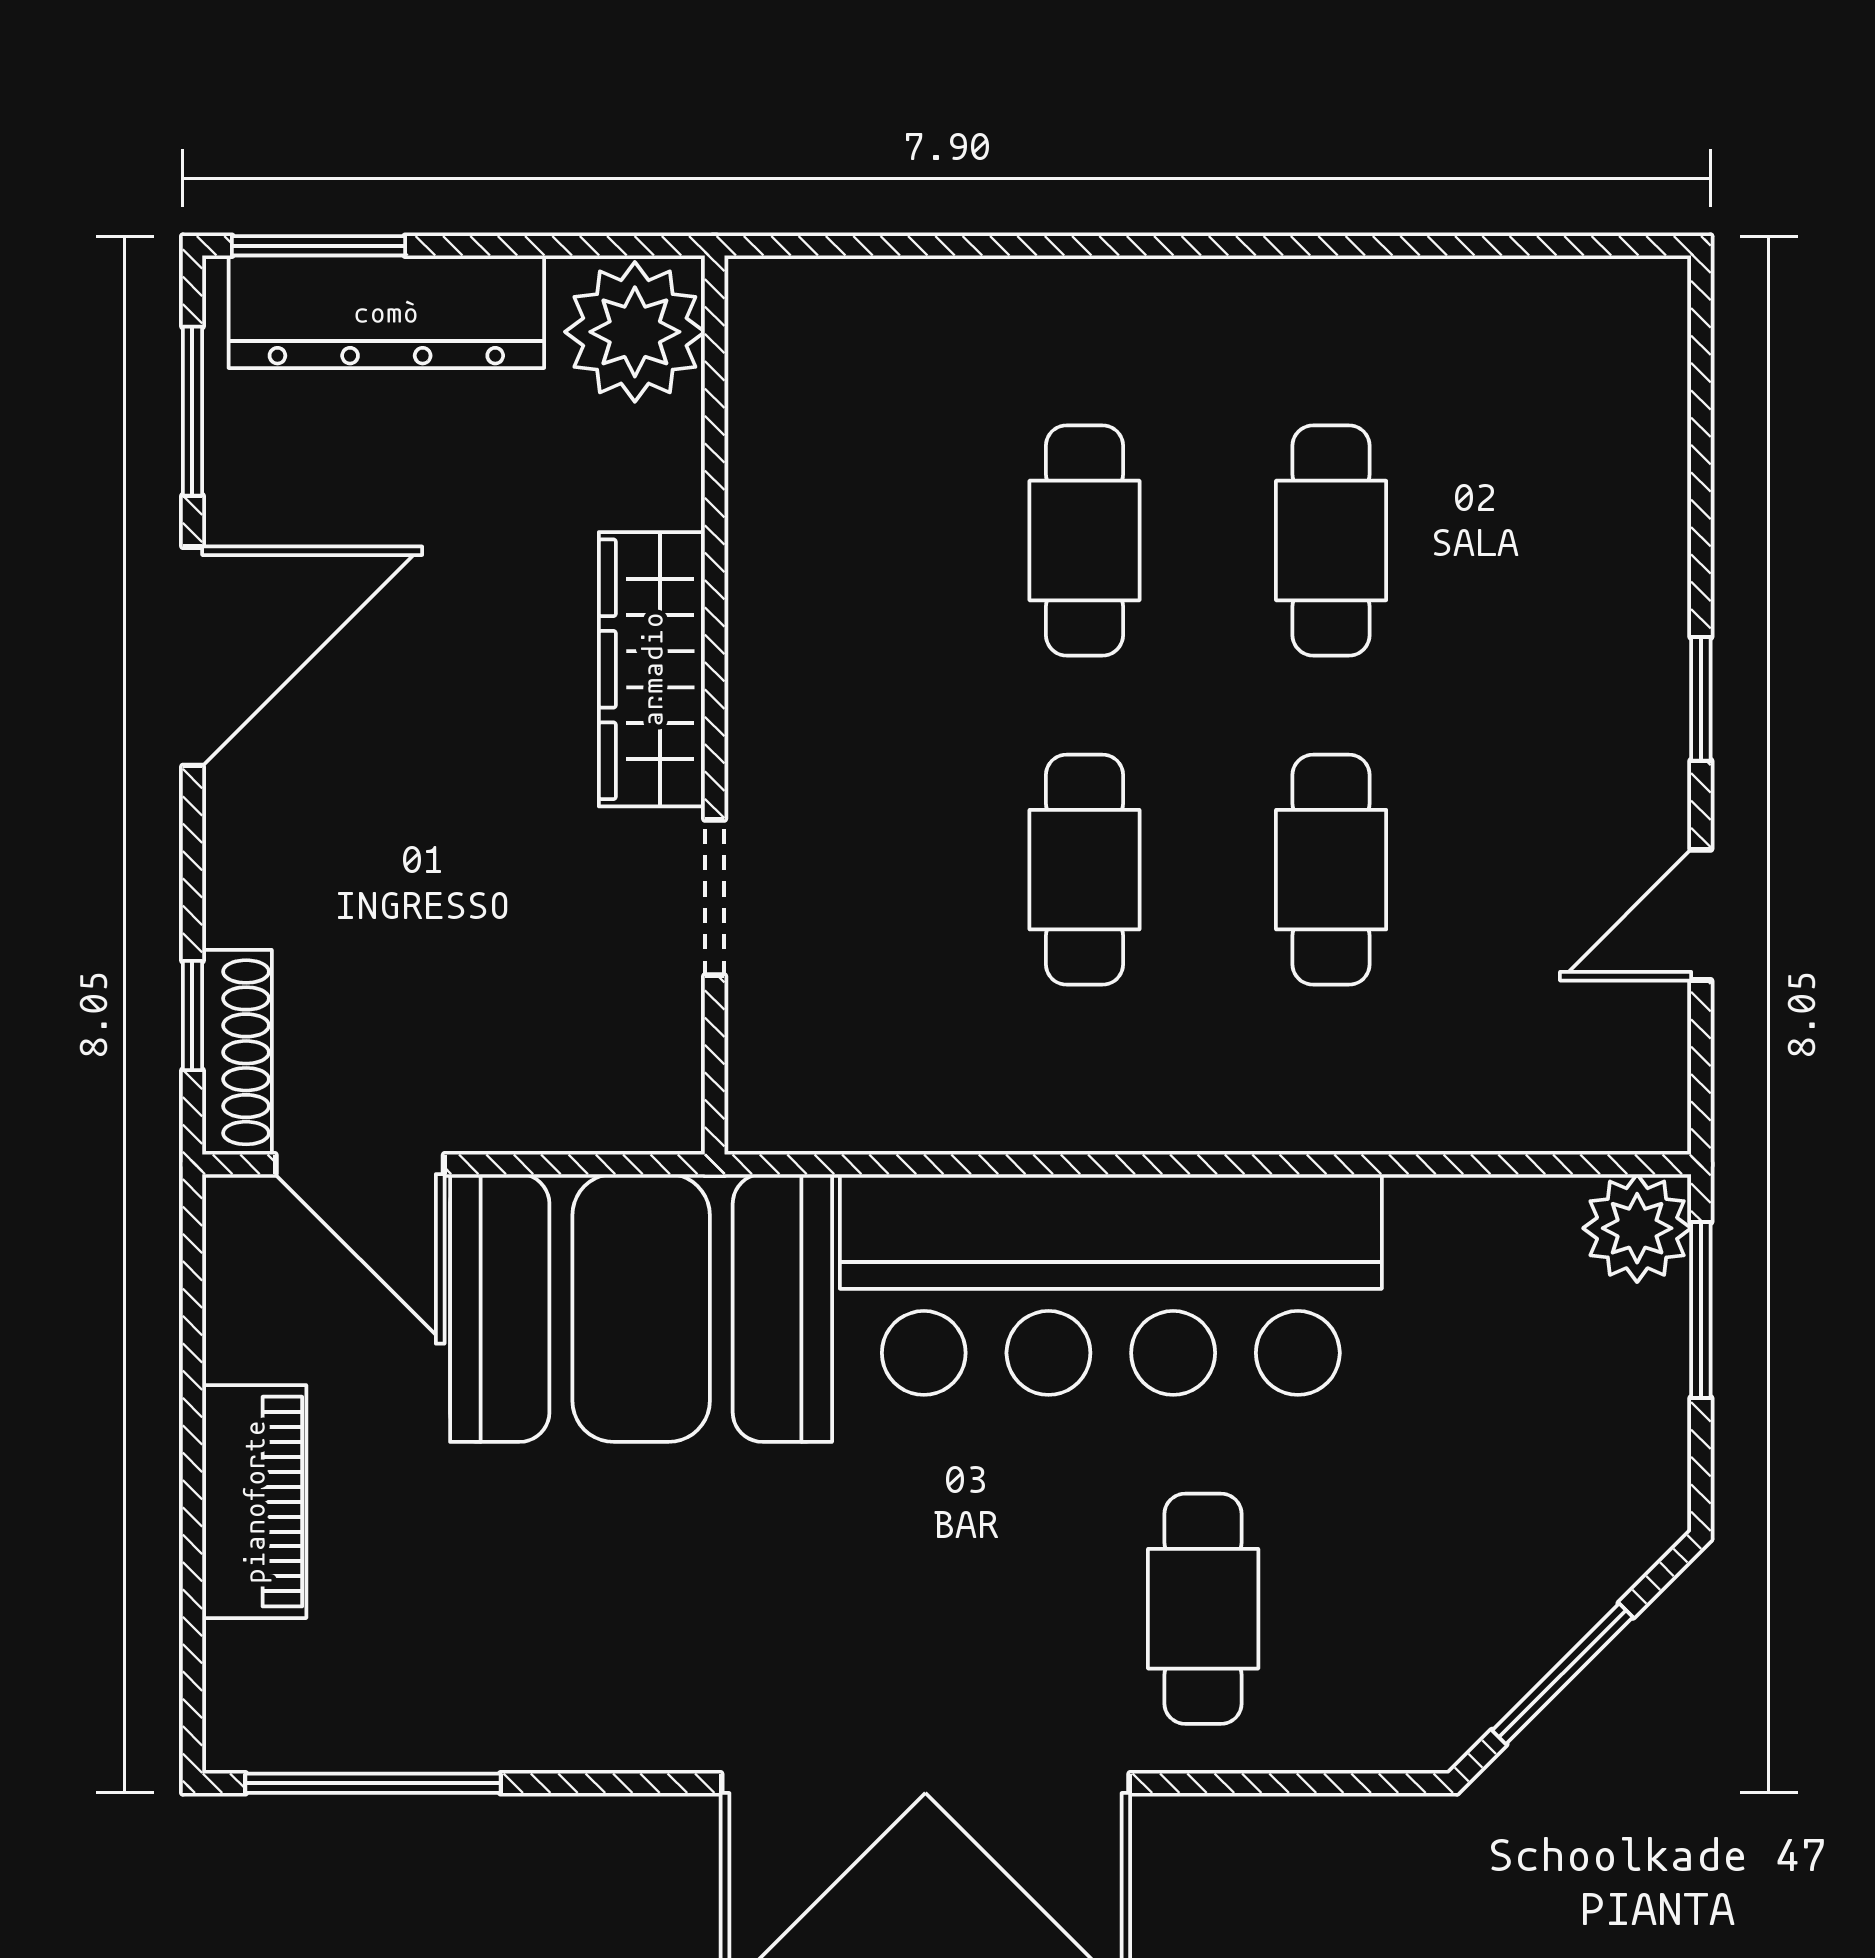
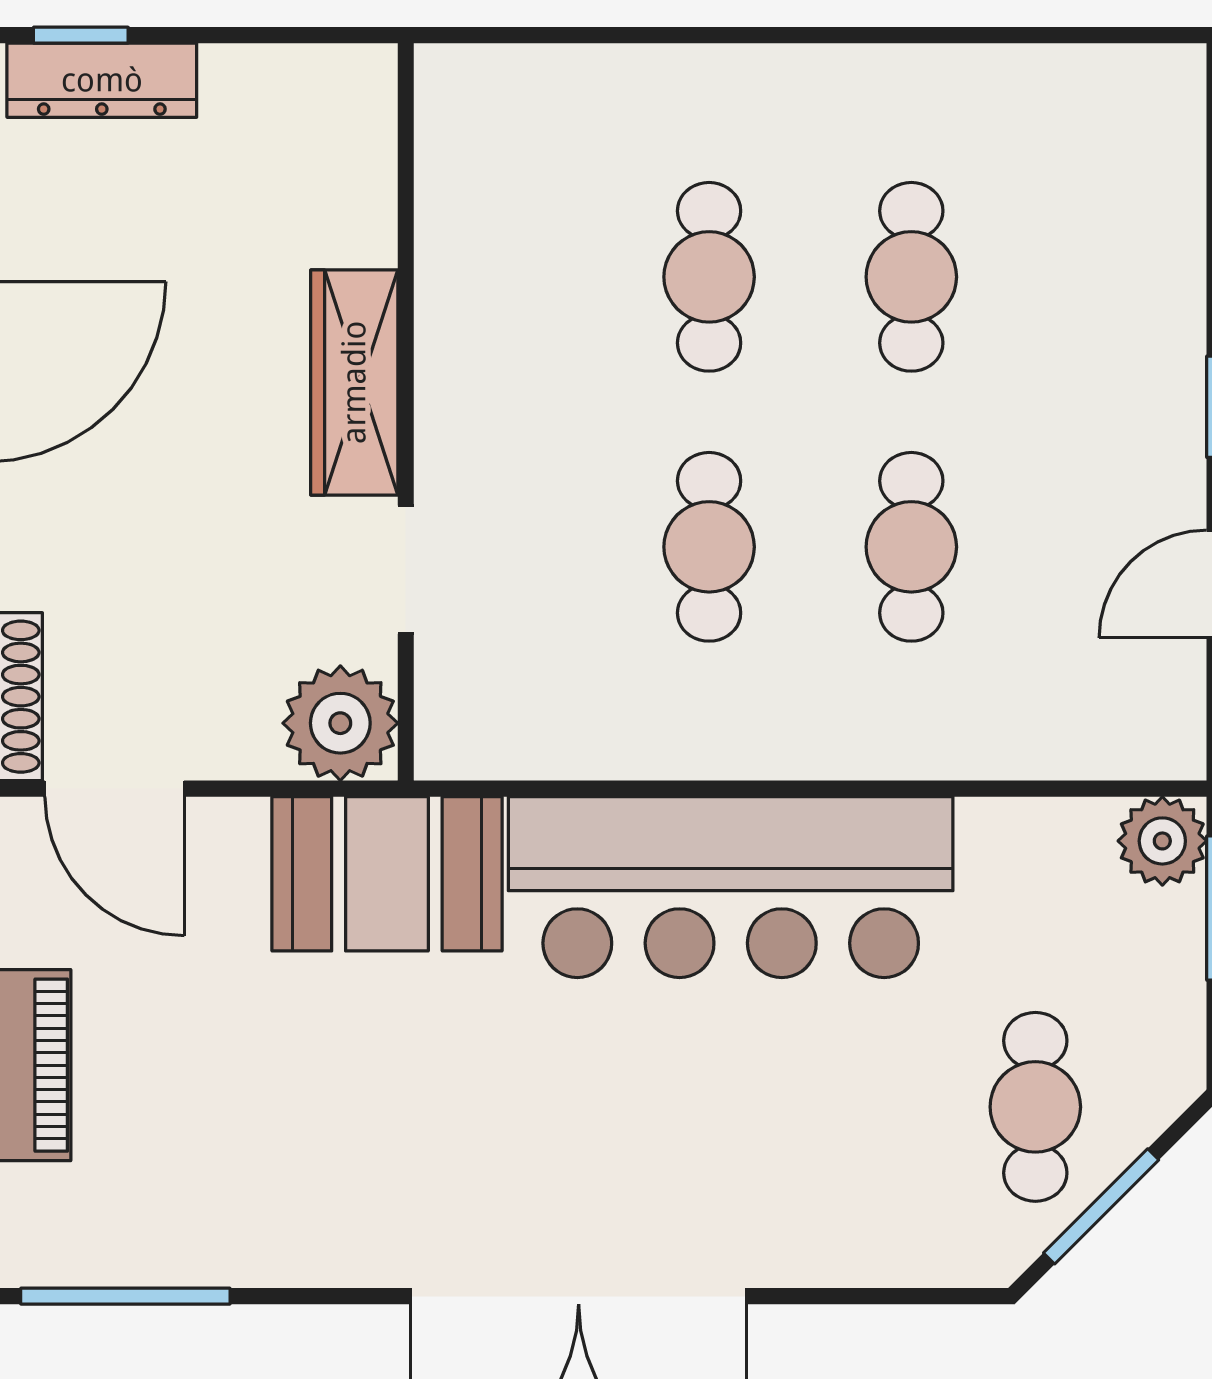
window: (318, 246) -> (81, 35), width x0.67
dresser: (386, 312) -> (102, 80), width x0.73, depth x0.80
plant: (635, 332) -> (340, 723), moved
booth: (641, 1308) -> (387, 874), width x0.73, depth x0.70
cafe table: (1203, 1609) -> (1035, 1107), moved

